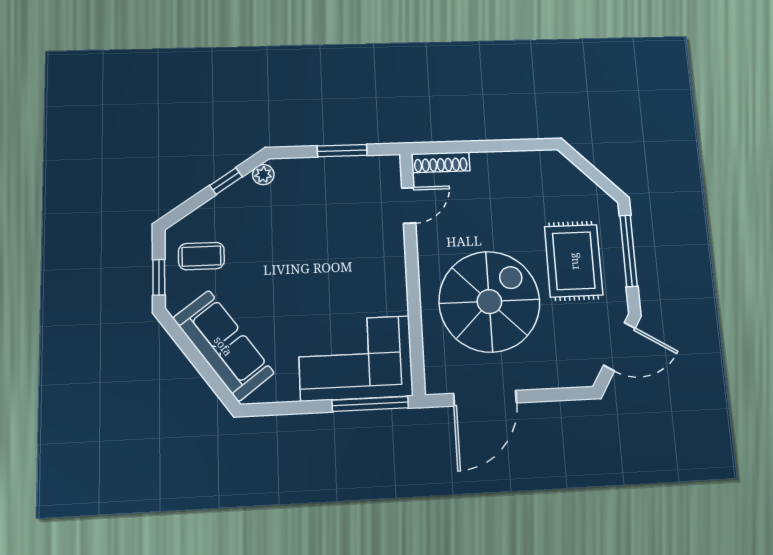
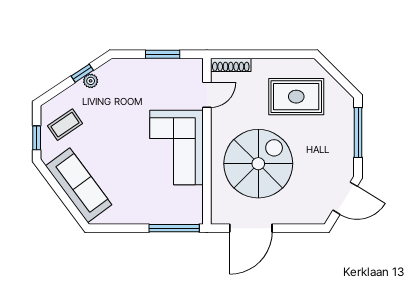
plant: (263, 175) -> (91, 81), moved
coffee table: (201, 256) -> (65, 125), turned -34
rug: (574, 261) -> (296, 97), moved, turned 90
corner sofa: (356, 358) -> (176, 147), moved, turned -90

